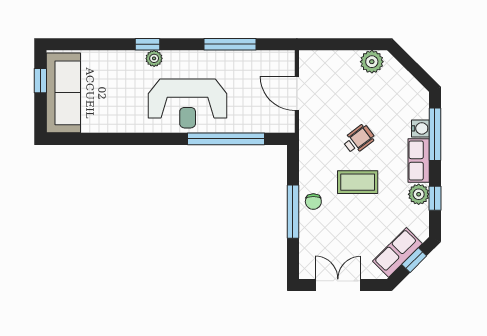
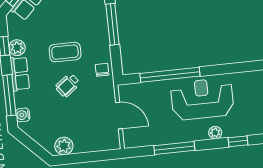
plant: (154, 58) -> (215, 133), moved
water cooler: (420, 128) -> (23, 115), moved
chair: (313, 202) -> (102, 70), moved

